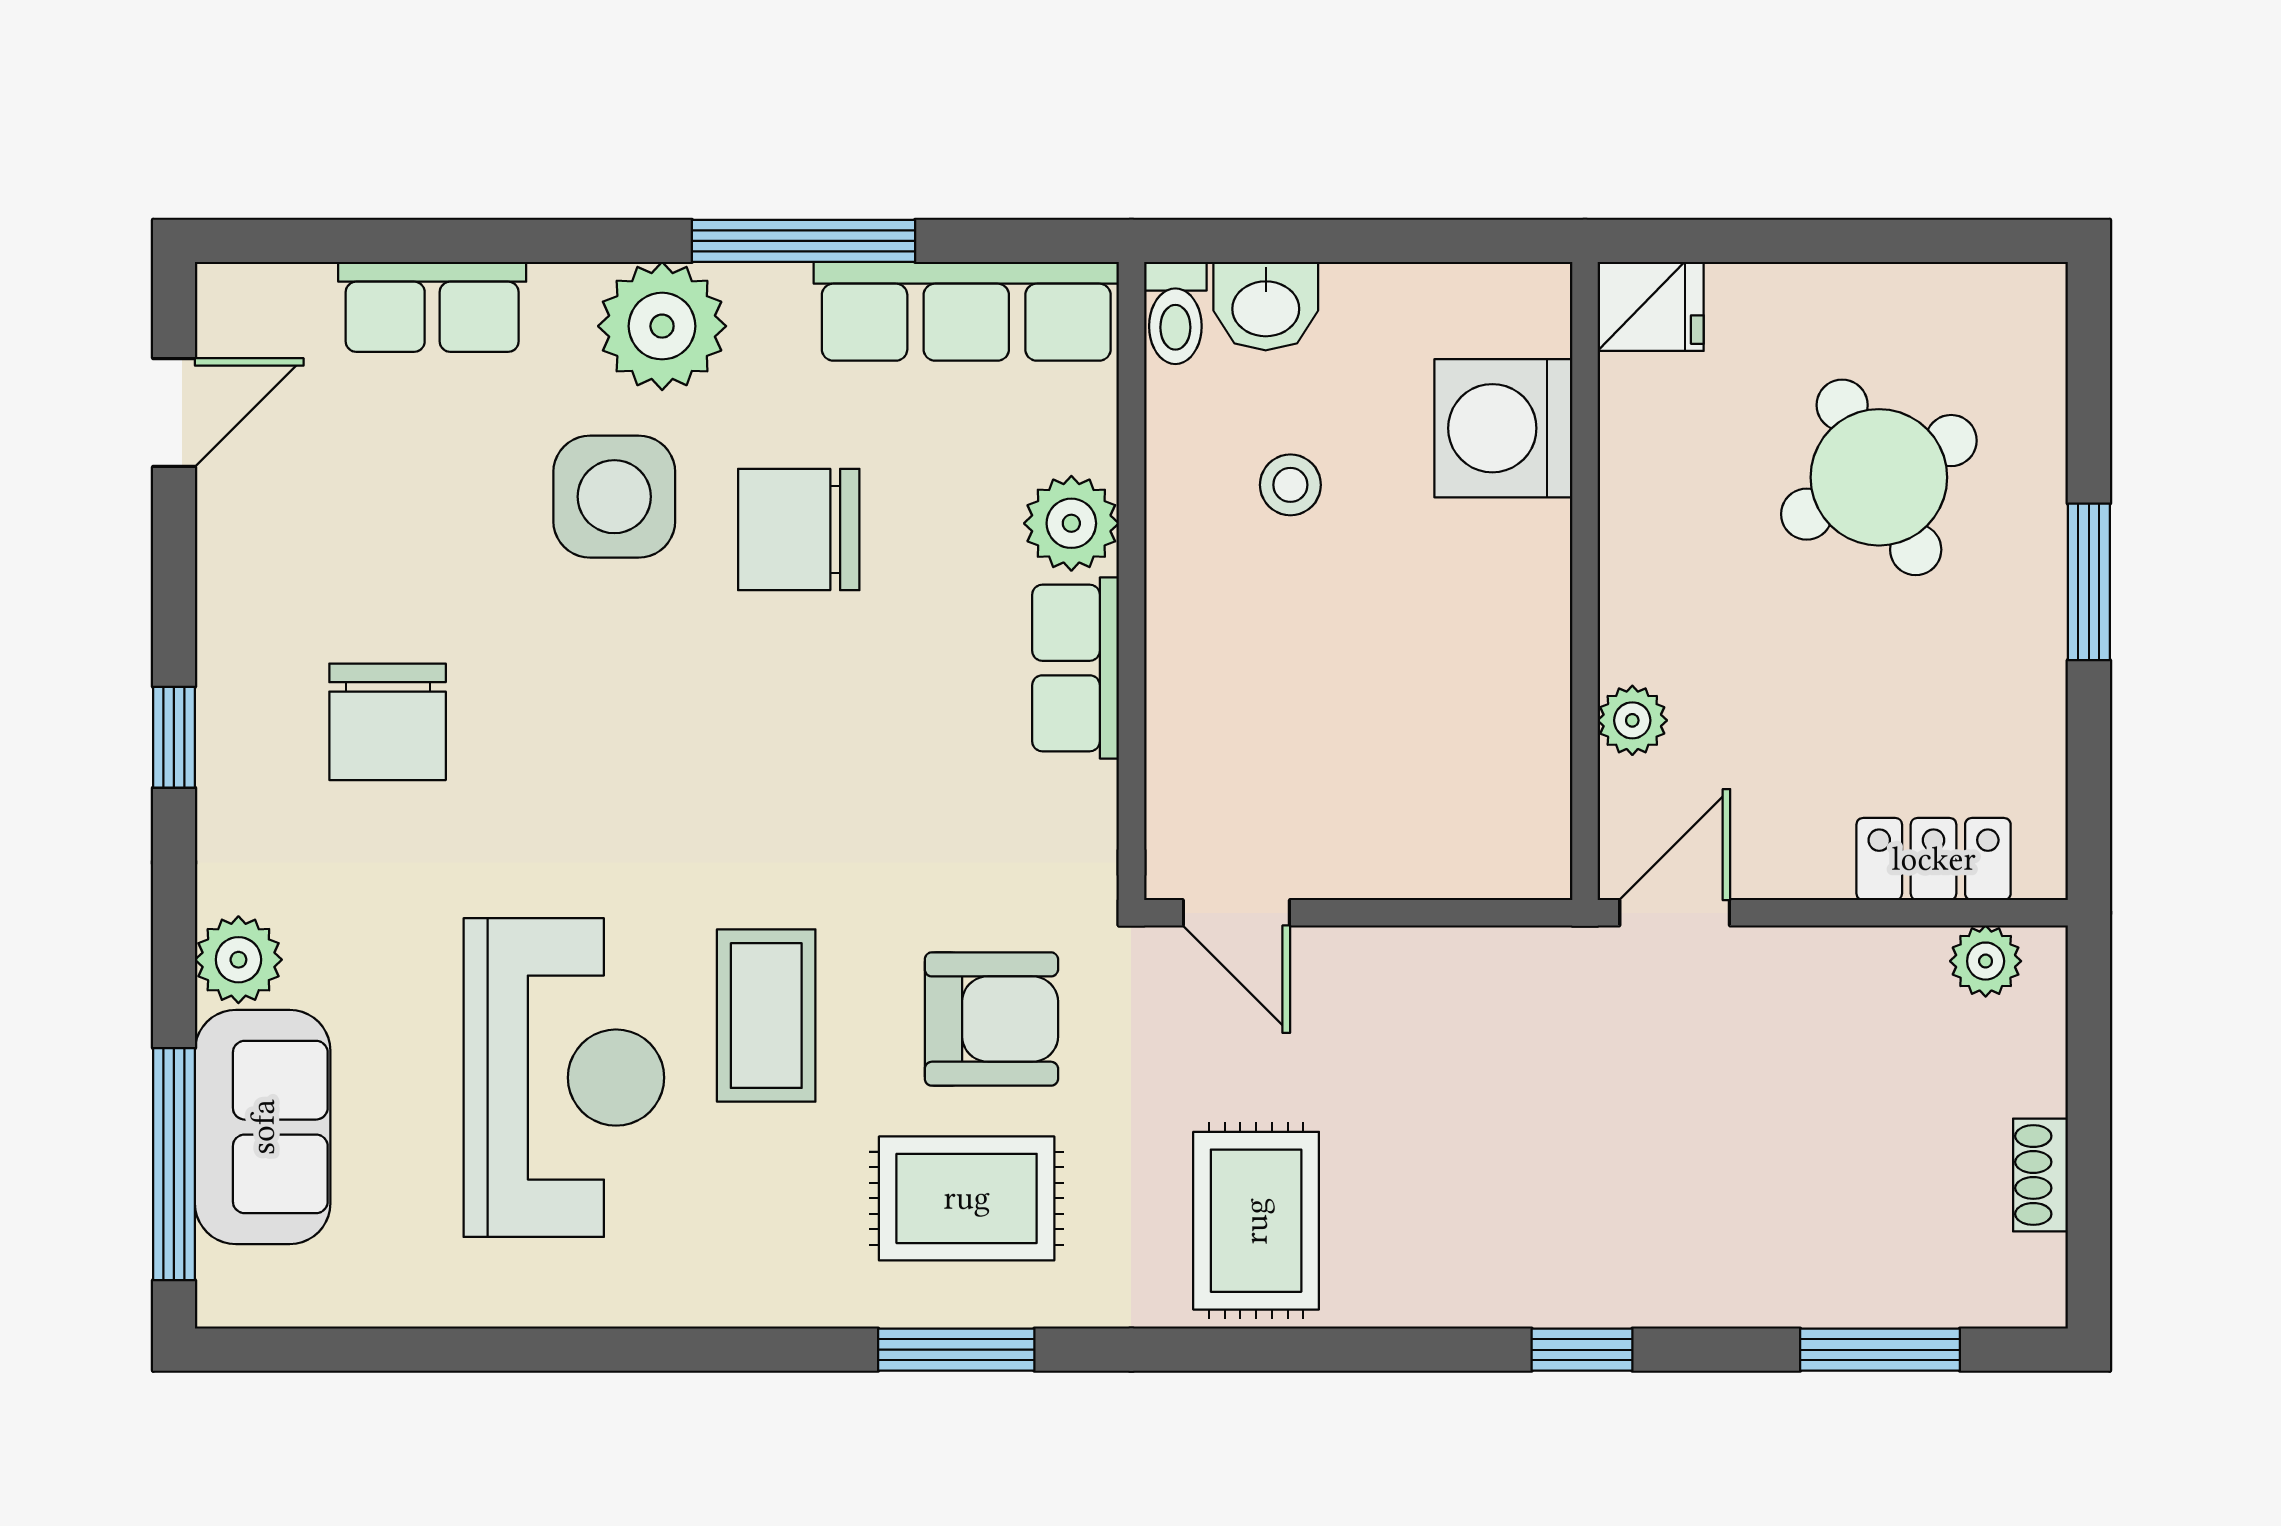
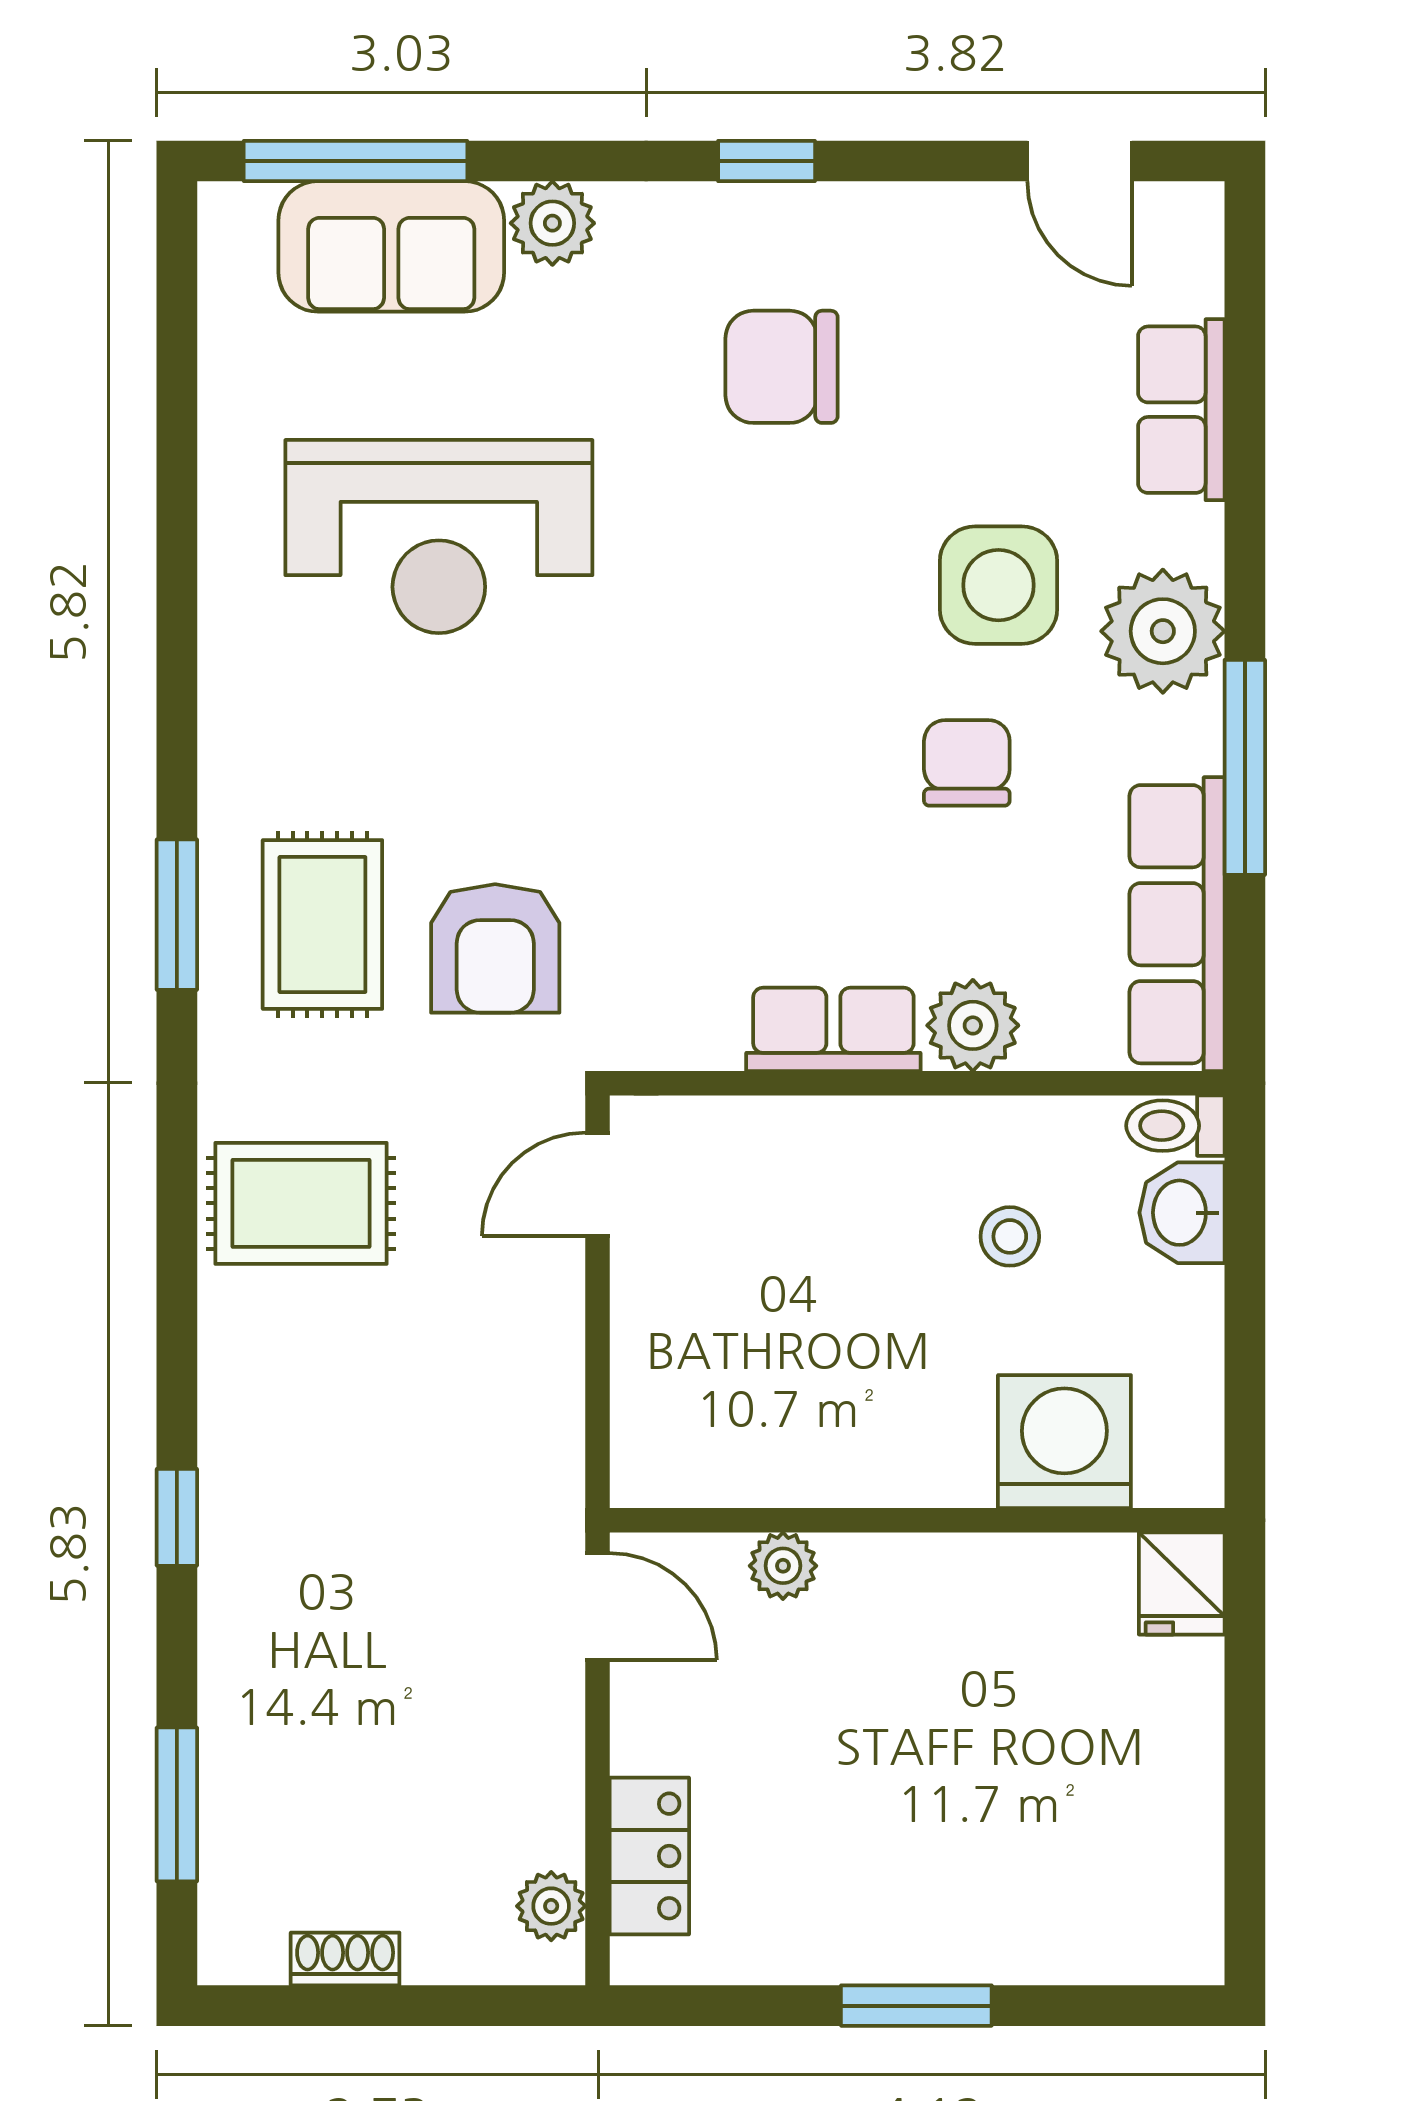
round table: (1879, 477) -> (1017, 1803), removed
chair: (799, 530) -> (967, 763), width x0.73, depth x0.73
coffee table: (766, 1016) -> (499, 732), removed

